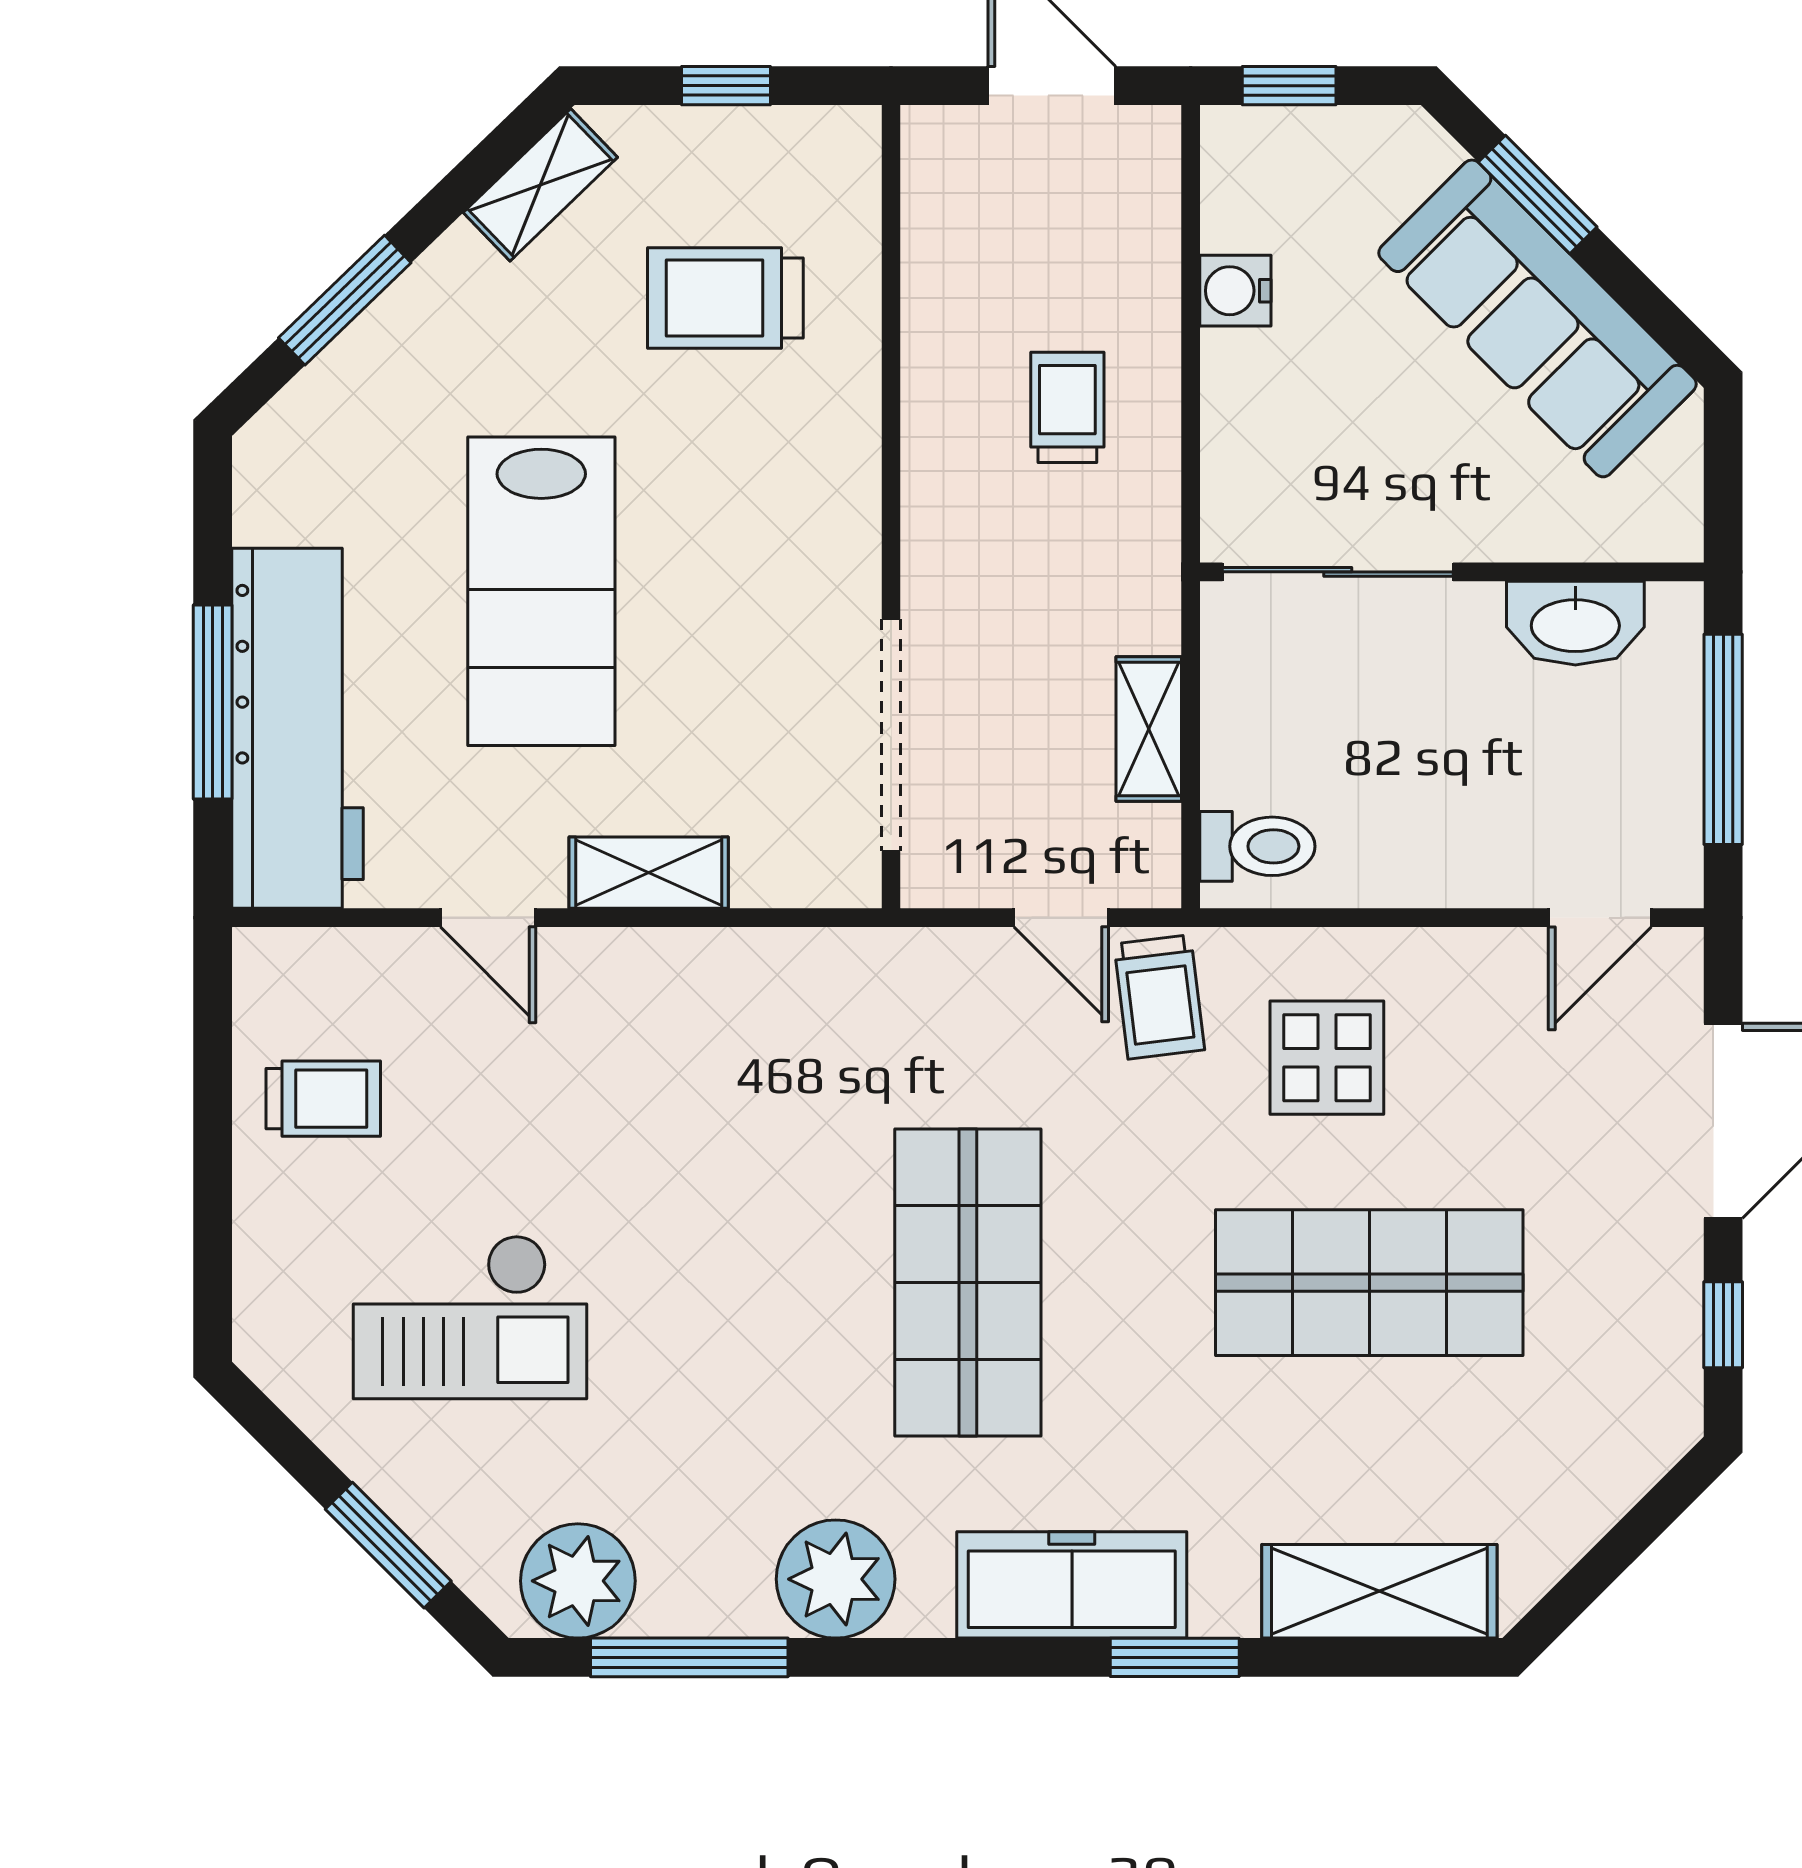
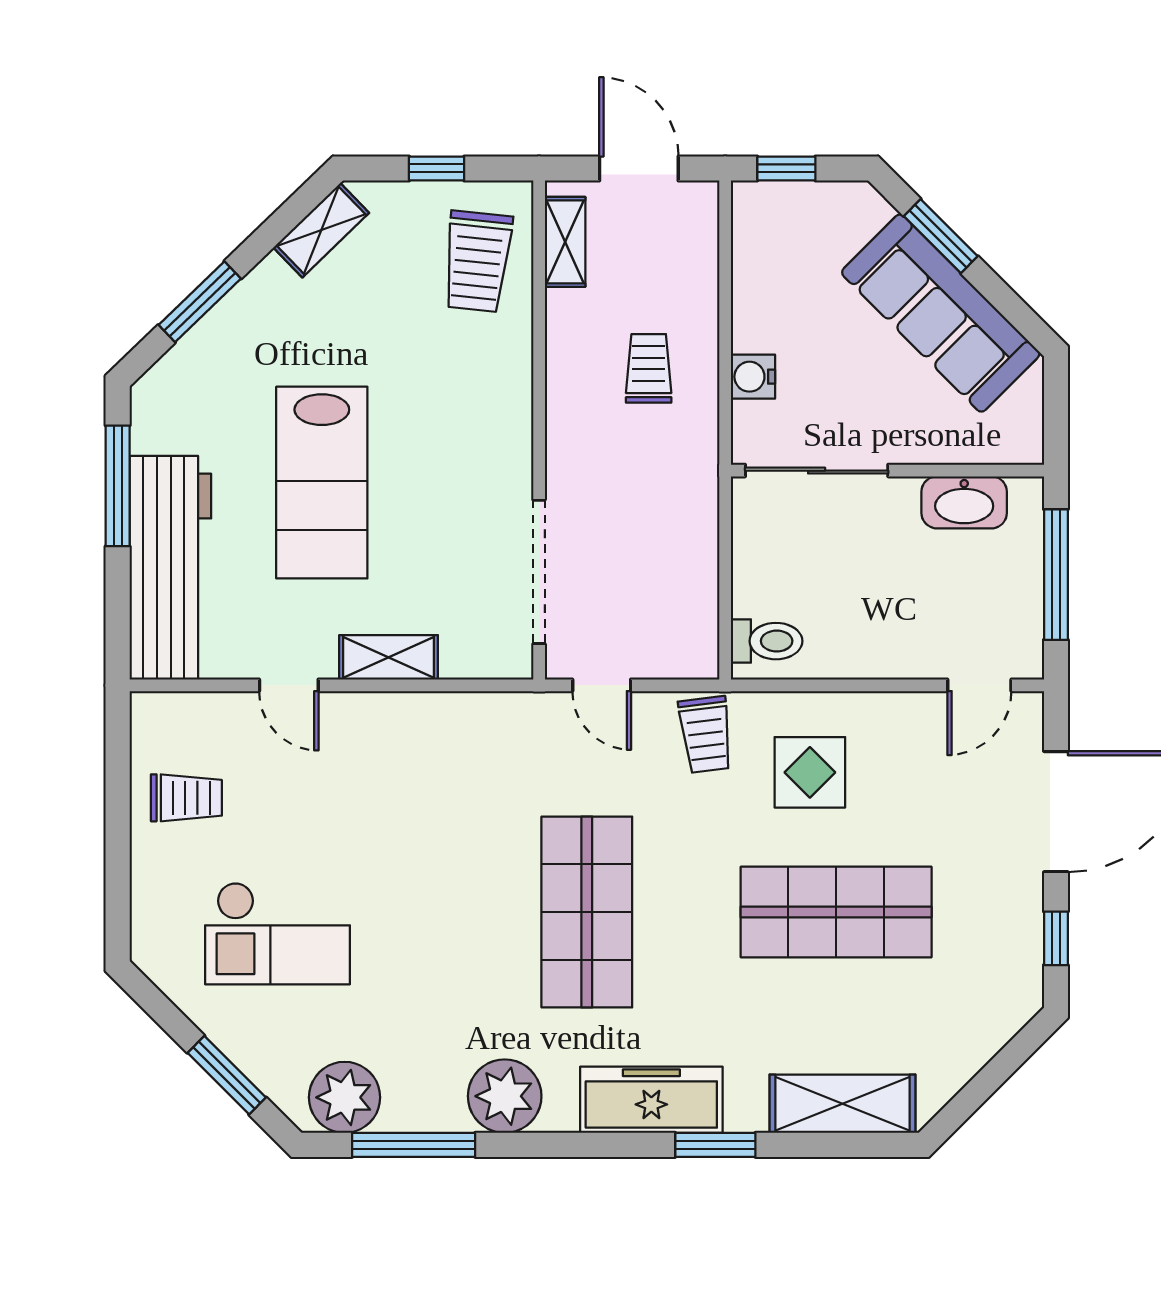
water cooler: (1235, 291) -> (753, 377), moved
trolley: (725, 298) -> (477, 261), moved, turned -84
window: (213, 702) -> (118, 486), moved
shelving: (1149, 729) -> (565, 242), moved
door: (1061, 918) -> (602, 685), moved

